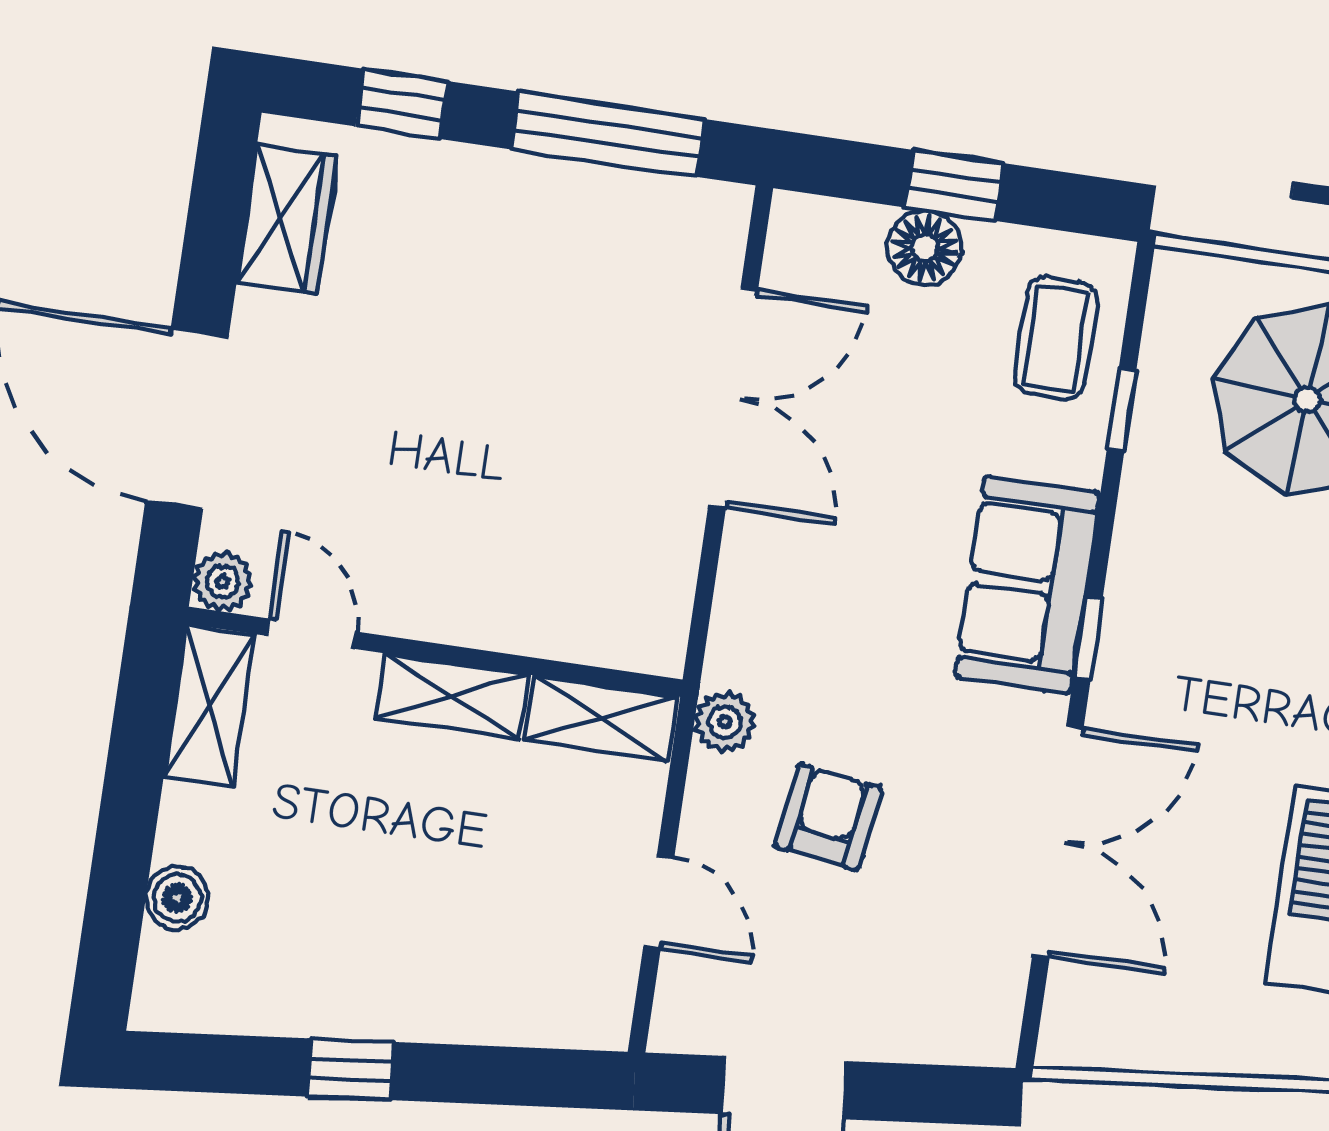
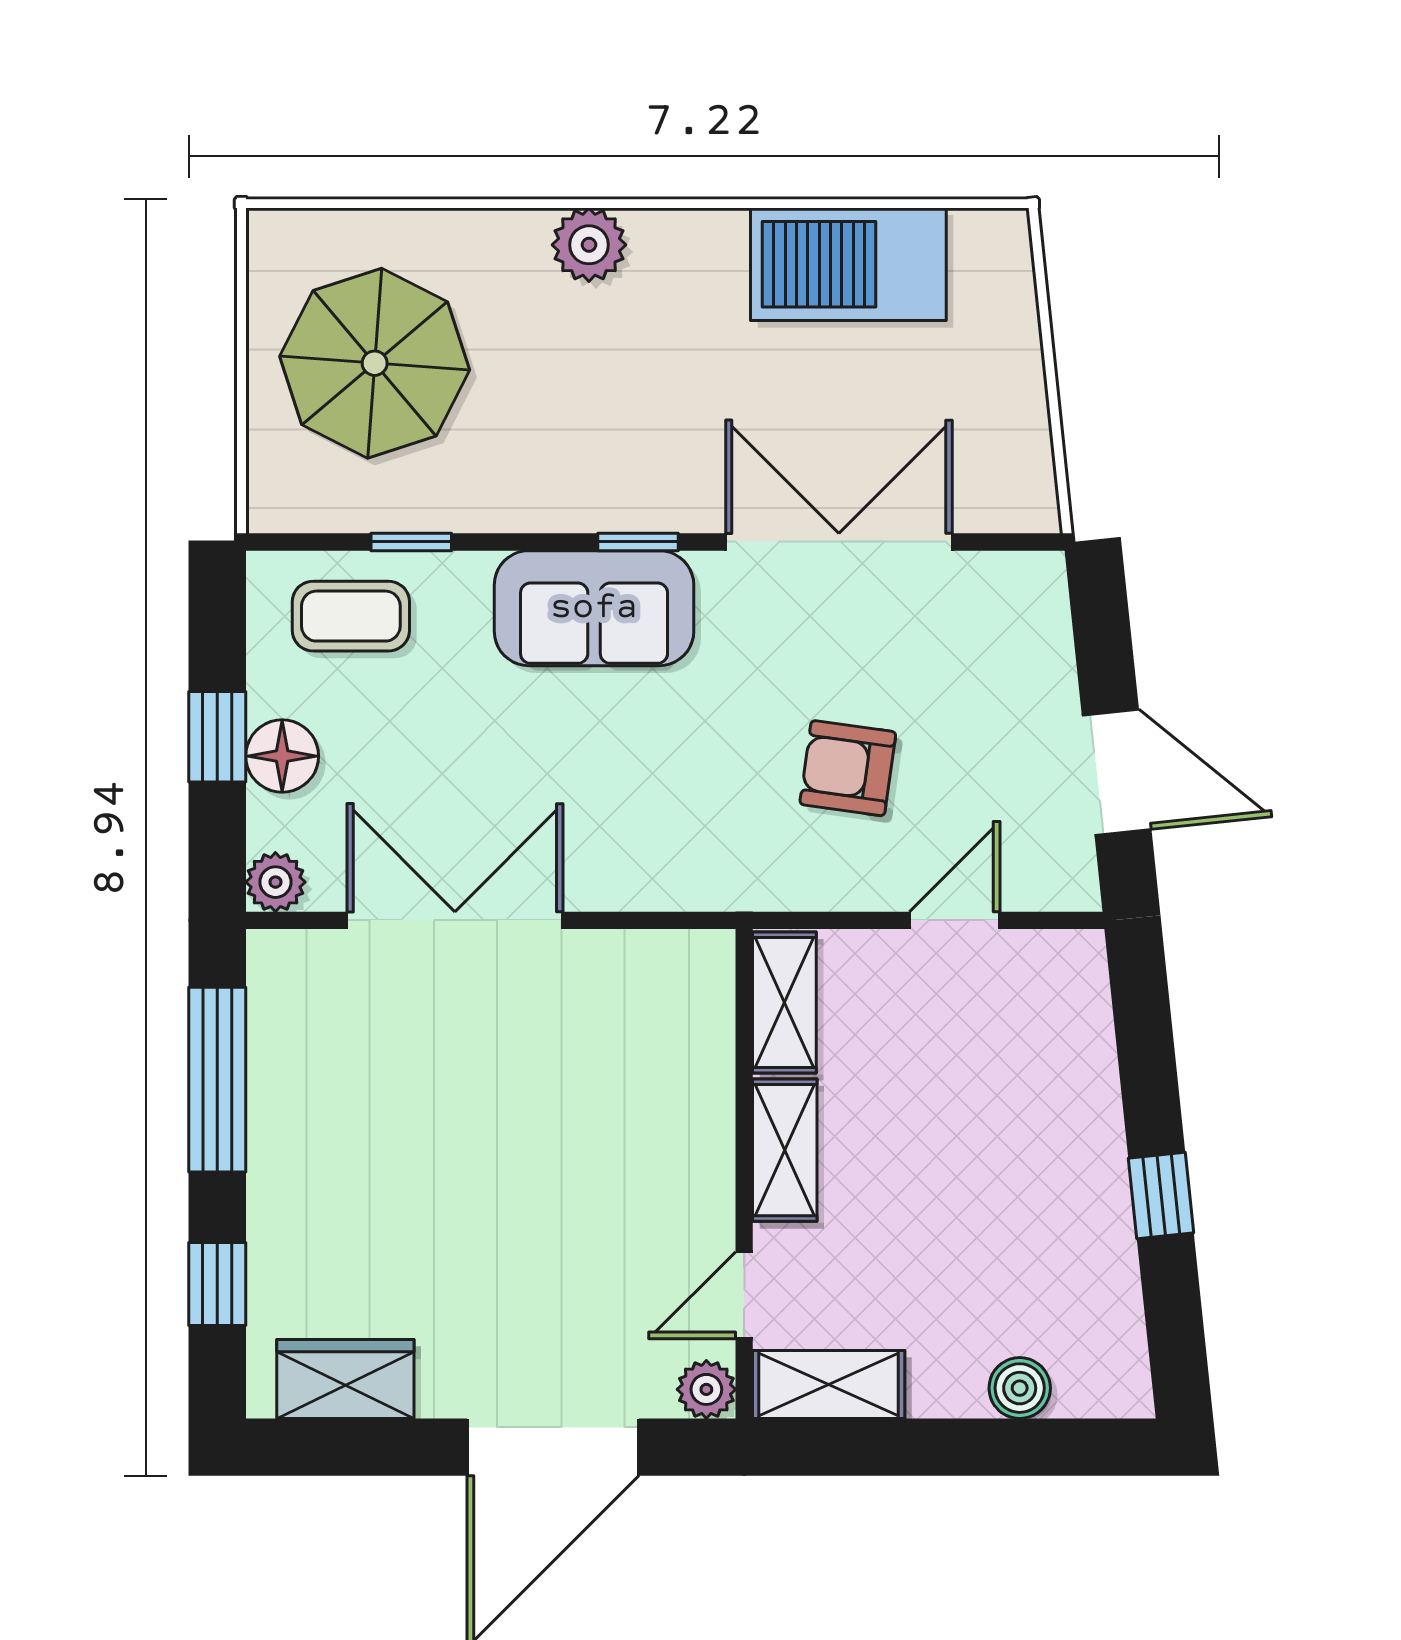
plant: (725, 722) -> (275, 882), moved

